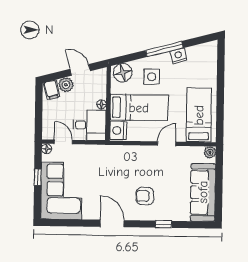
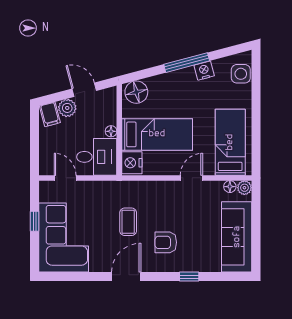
side table: (152, 77) -> (241, 74), moved
floor lamp: (47, 149) -> (230, 187), moved
coffee table: (114, 179) -> (128, 222), added
door: (112, 223) -> (126, 277), hinge flipped

